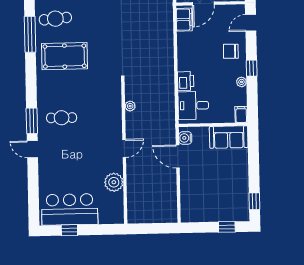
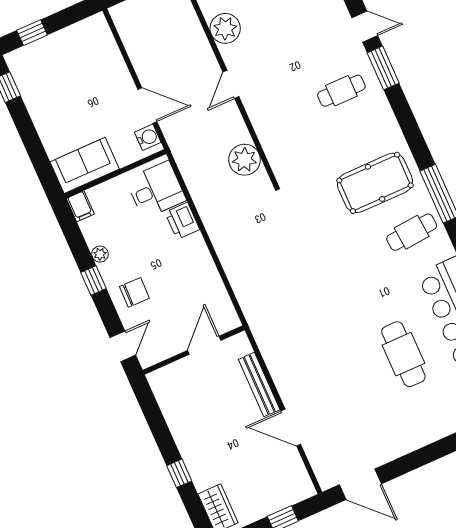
filing cabinet: (184, 20) -> (222, 310), removed
plant: (130, 106) -> (244, 160), width x1.88, depth x1.88

